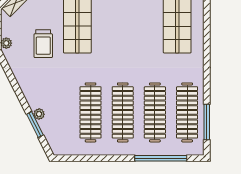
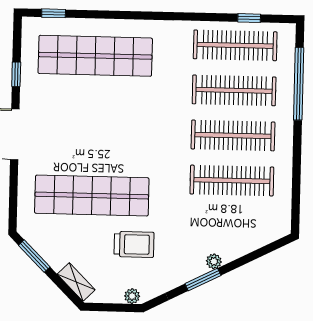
plant: (39, 114) -> (214, 261), moved
window: (207, 122) -> (249, 18), width x0.46
window: (35, 125) -> (203, 280), moved

